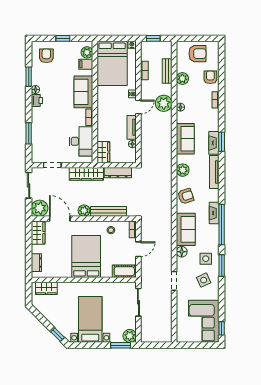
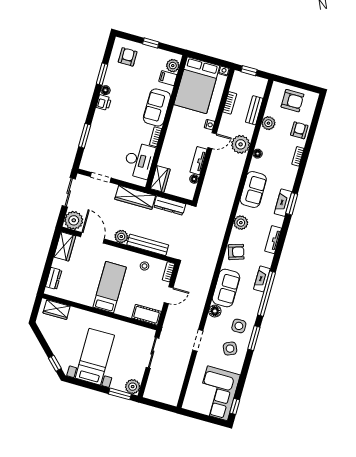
tv unit: (214, 172) -> (273, 240), width x0.71
bed: (86, 257) -> (110, 287), width x0.67

